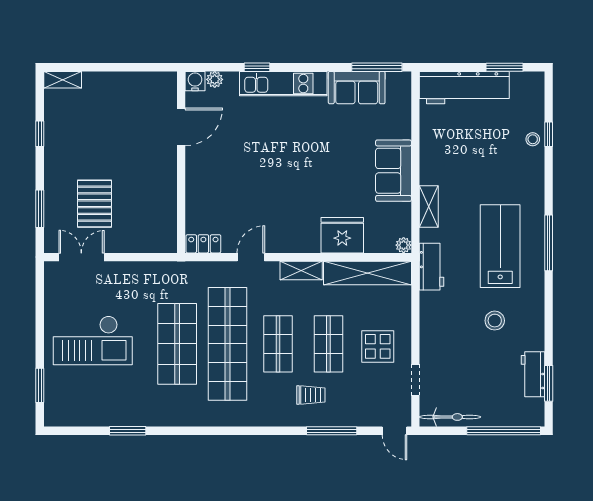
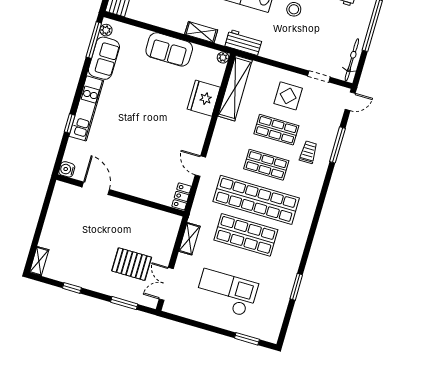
plant: (215, 79) -> (106, 30), moved
shelving: (301, 271) -> (189, 239), moved
checkout: (93, 340) -> (226, 293), turned -90

